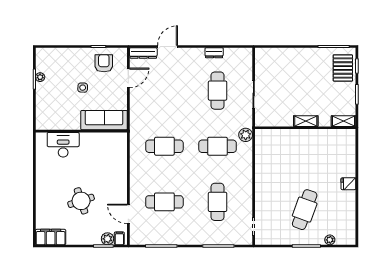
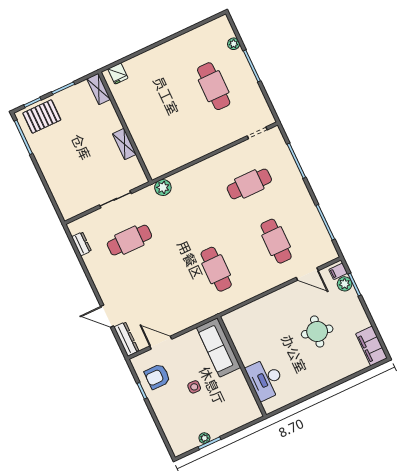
dresser: (214, 53) -> (81, 244), moved
shelving: (306, 121) -> (124, 144), moved
cafe table: (218, 146) -> (189, 212), removed
fridge: (348, 184) -> (118, 74), moved
round table: (81, 201) -> (317, 332), turned 30
cafe table: (305, 210) -> (214, 86), turned 70
door: (128, 214) -> (307, 274), hinge flipped

